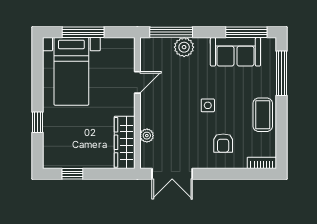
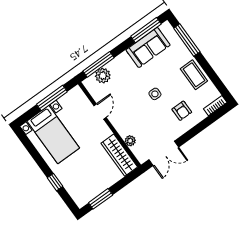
window: (83, 32) -> (52, 98), moved
plant: (184, 47) -> (103, 76), moved
window: (72, 174) -> (101, 199), width x1.50

